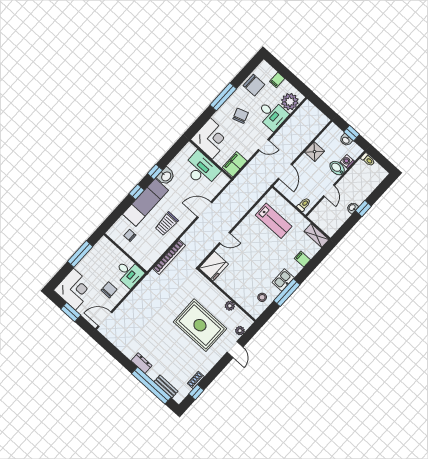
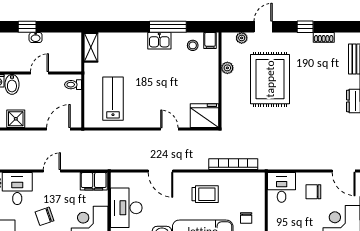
door: (264, 145) -> (52, 171), hinge flipped
filing cabinet: (302, 259) -> (210, 40), moved
window: (196, 392) -> (305, 27), moved

